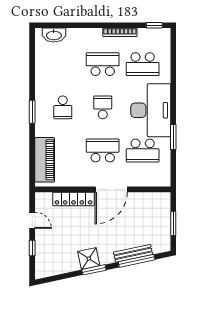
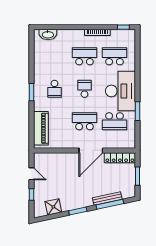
school desk: (143, 64) -> (114, 56), turned 180
locker: (73, 199) -> (120, 158), moved
shower: (89, 259) -> (53, 207), moved

